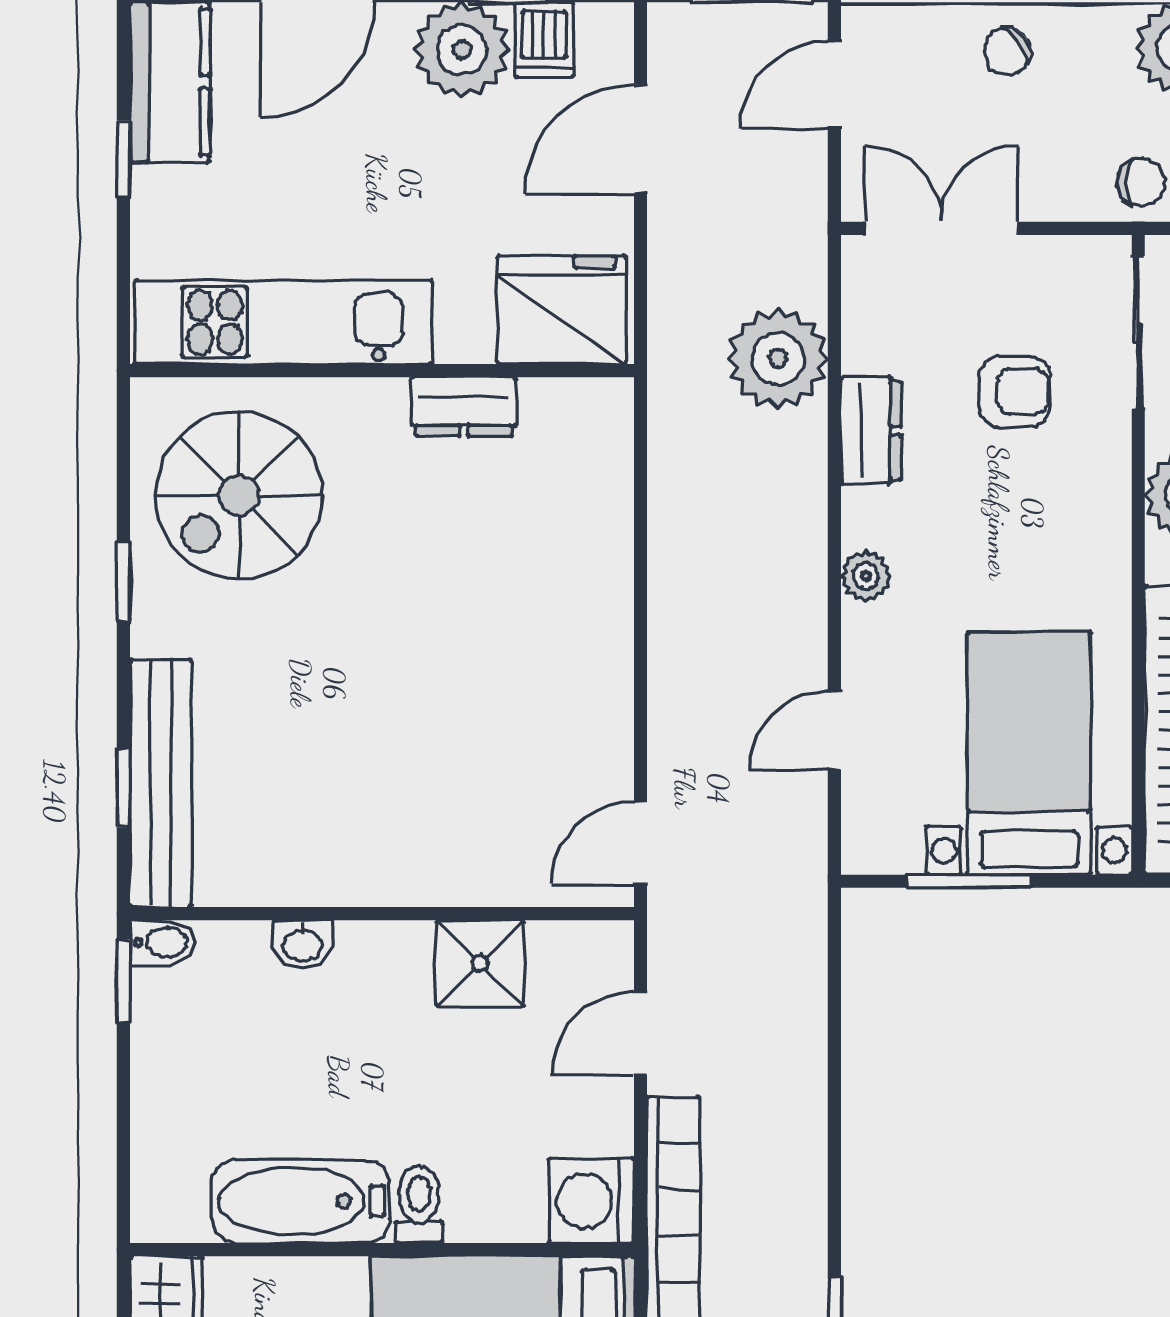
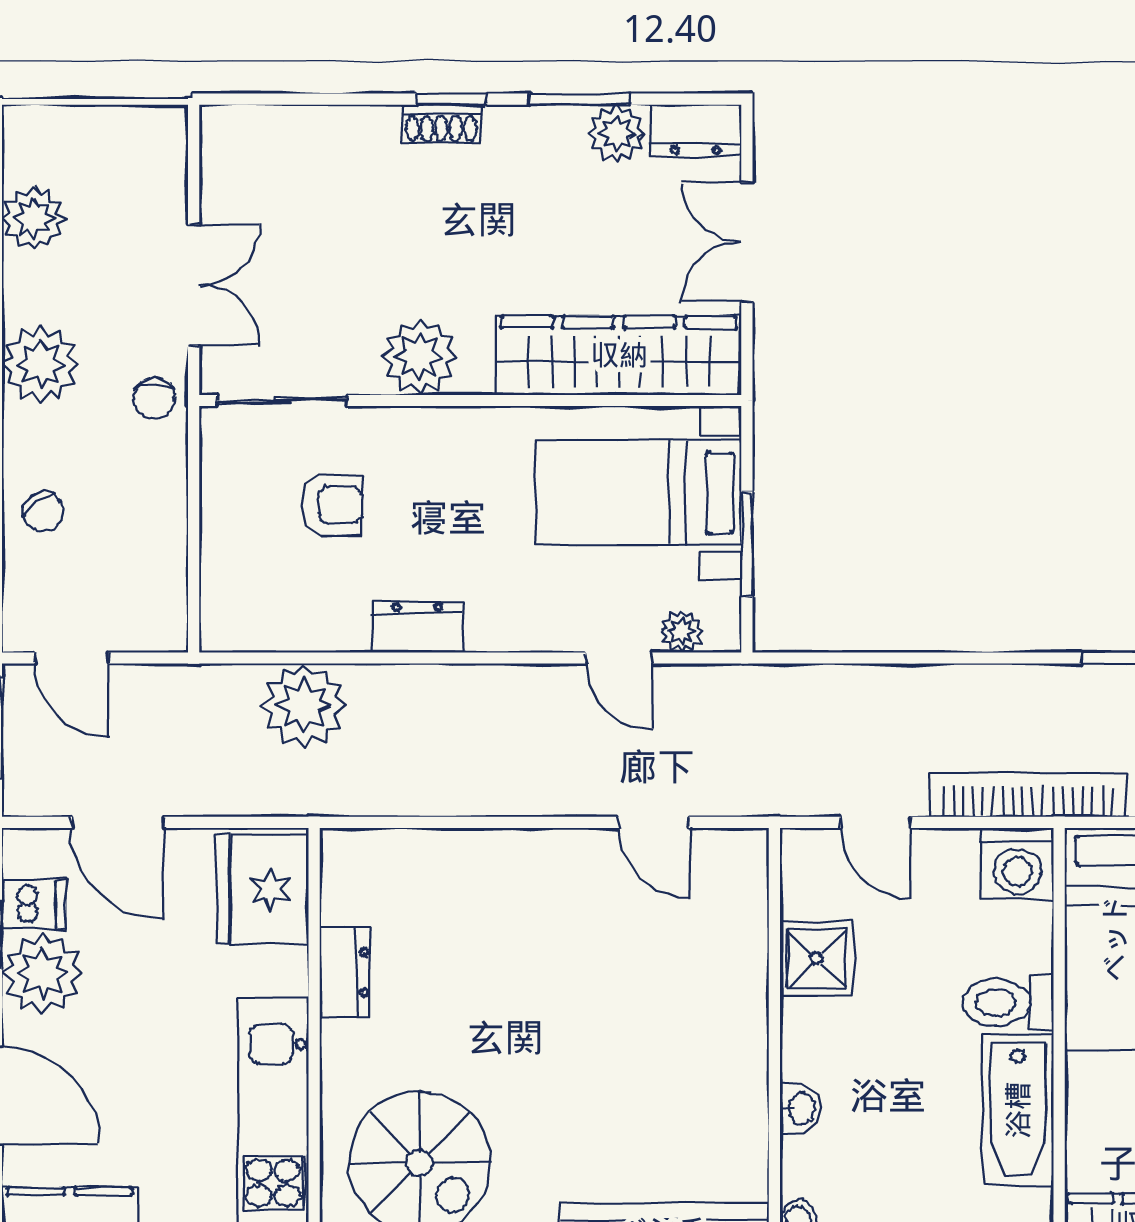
chair: (1141, 182) -> (154, 398), turned 180
double door: (941, 228) -> (194, 567), removed
armchair: (1015, 392) -> (332, 505), turned 90
dresser: (871, 431) -> (417, 627), moved
plant: (866, 576) -> (682, 632), moved
door: (641, 843) -> (654, 822), moved
toilet: (419, 1204) -> (1008, 1003), width x1.37, depth x1.39

